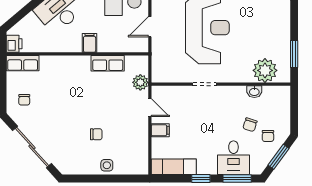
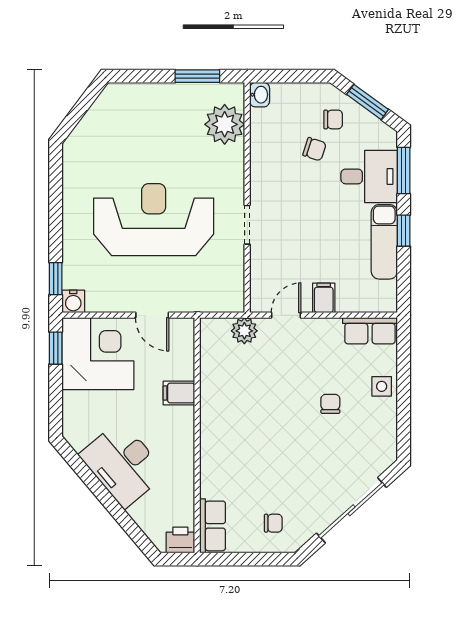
filing cabinet: (90, 43) -> (179, 393), moved
row of seats: (108, 63) -> (370, 331), moved, turned 90
washbasin: (254, 92) -> (260, 95), moved
exam couch: (174, 167) -> (384, 242), moved

